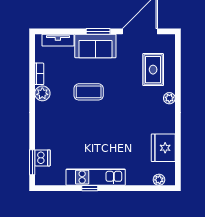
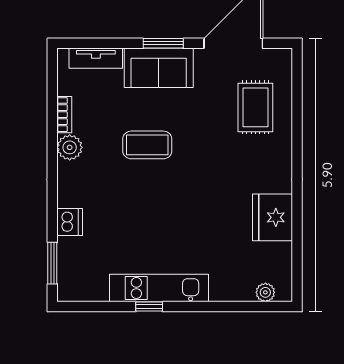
plant: (169, 98) -> (283, 155), removed
fridge: (163, 148) -> (273, 217), moved
dishwasher: (42, 158) -> (70, 222), moved

